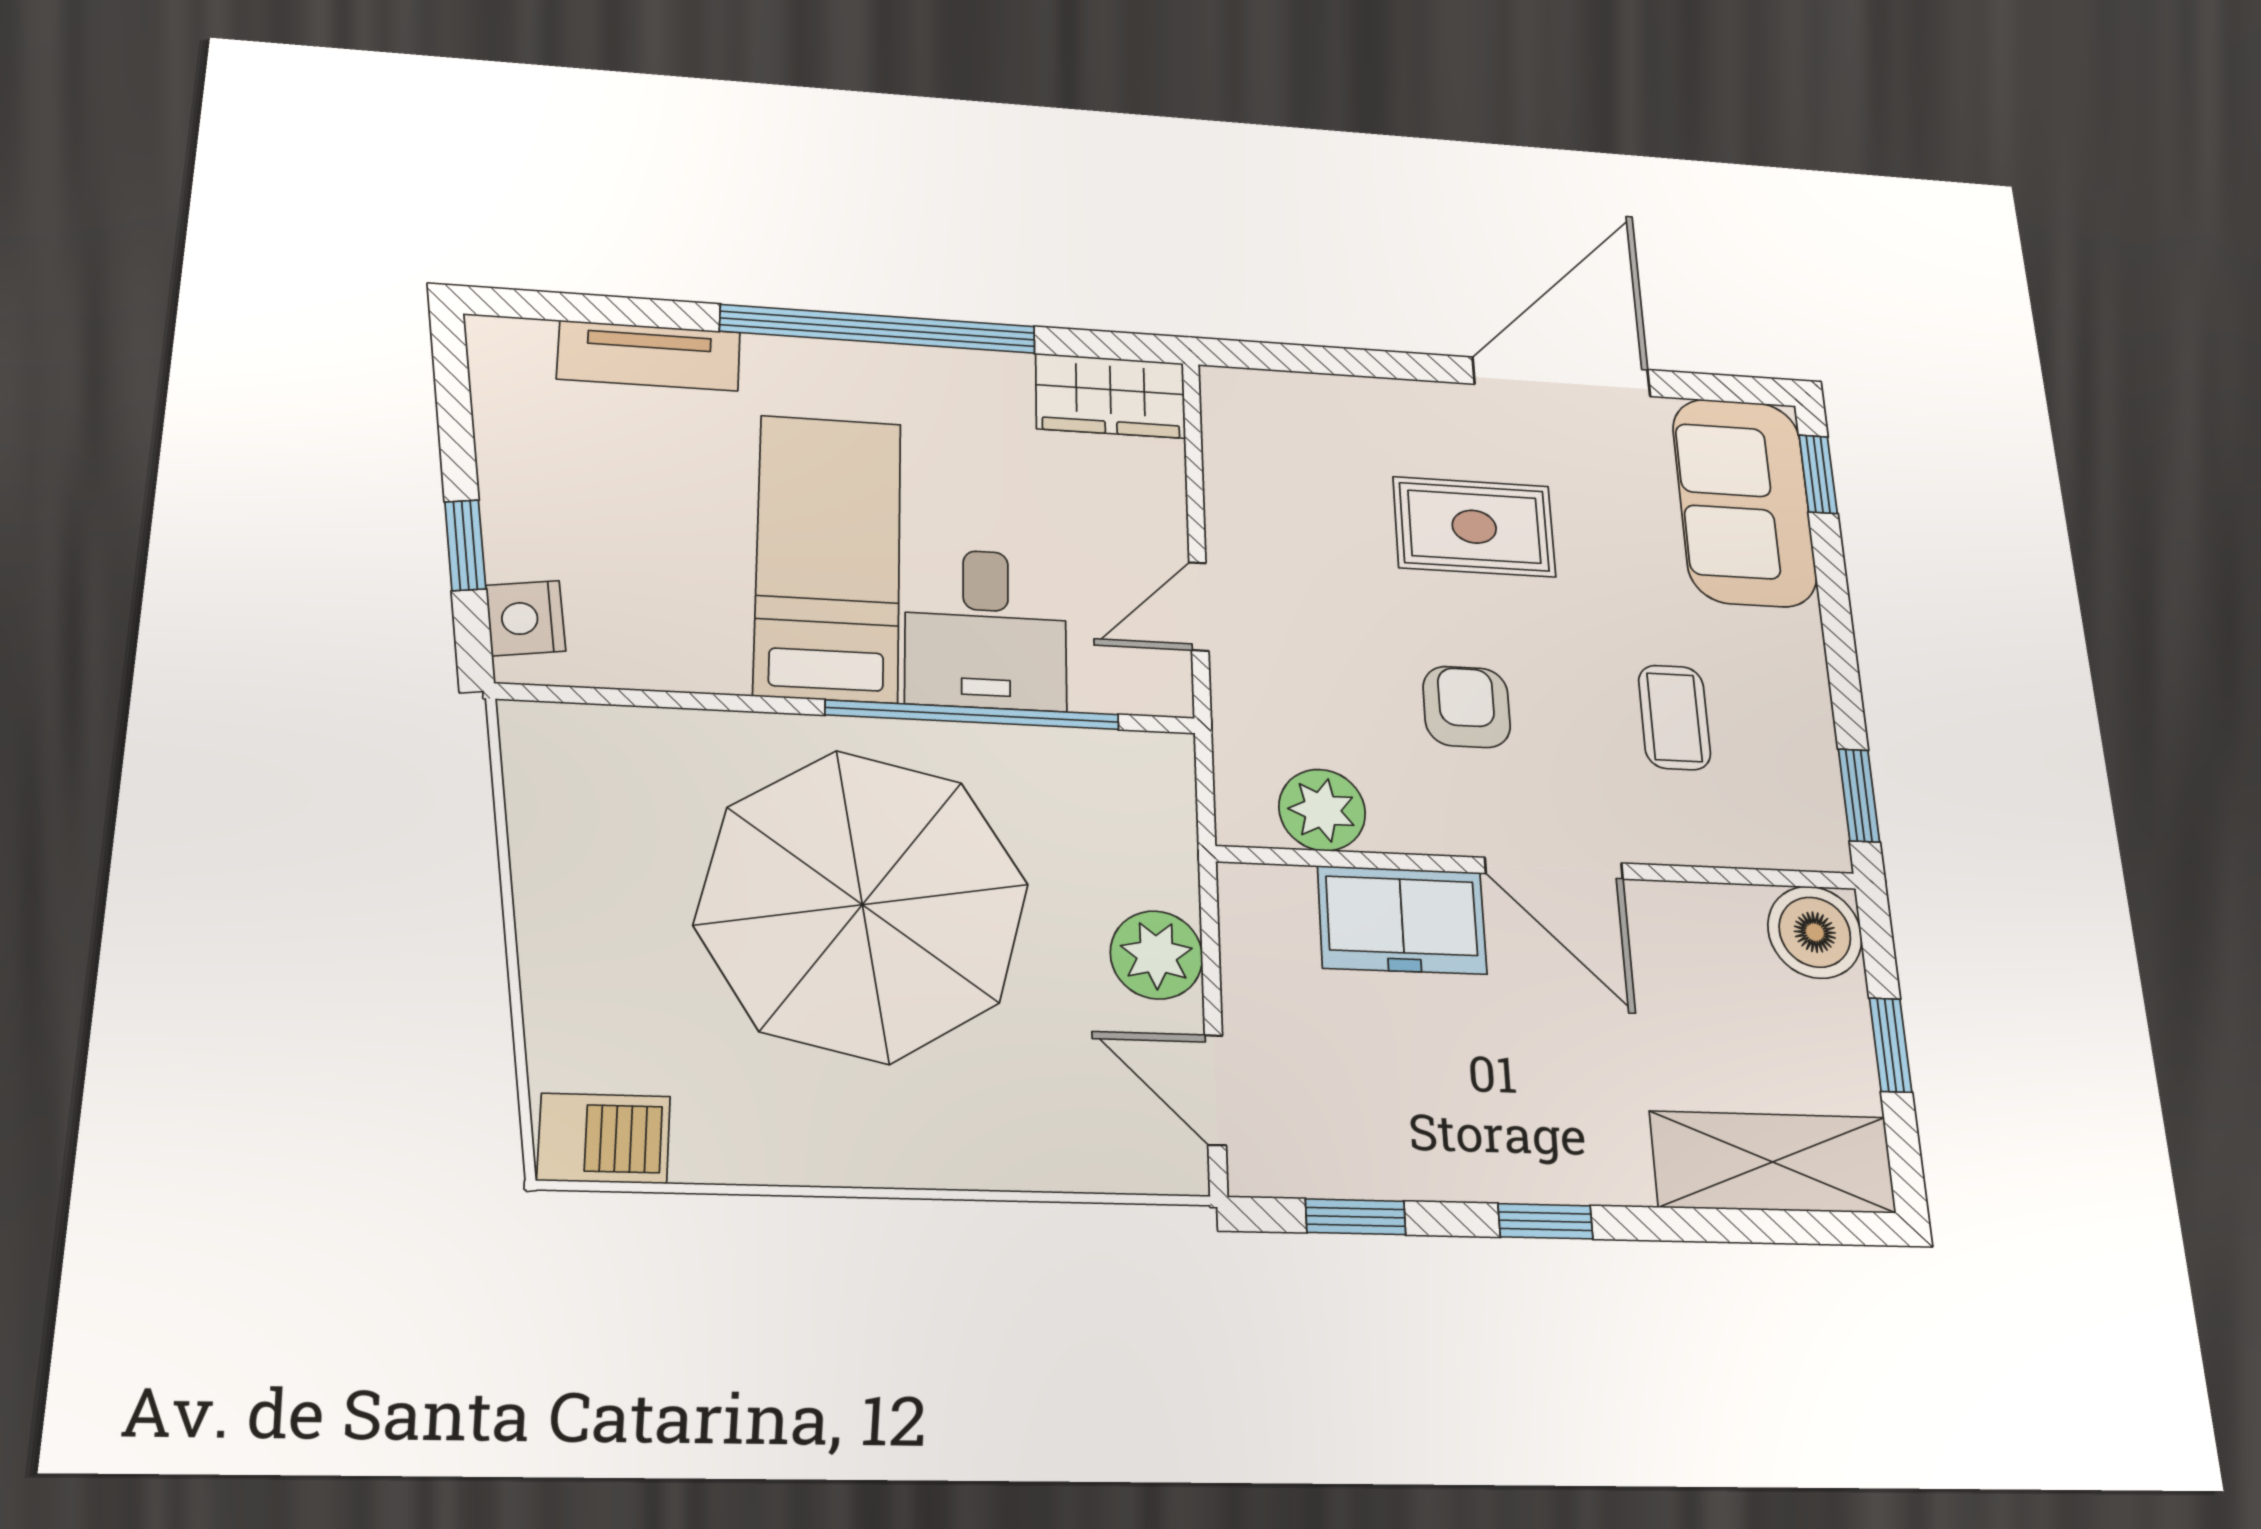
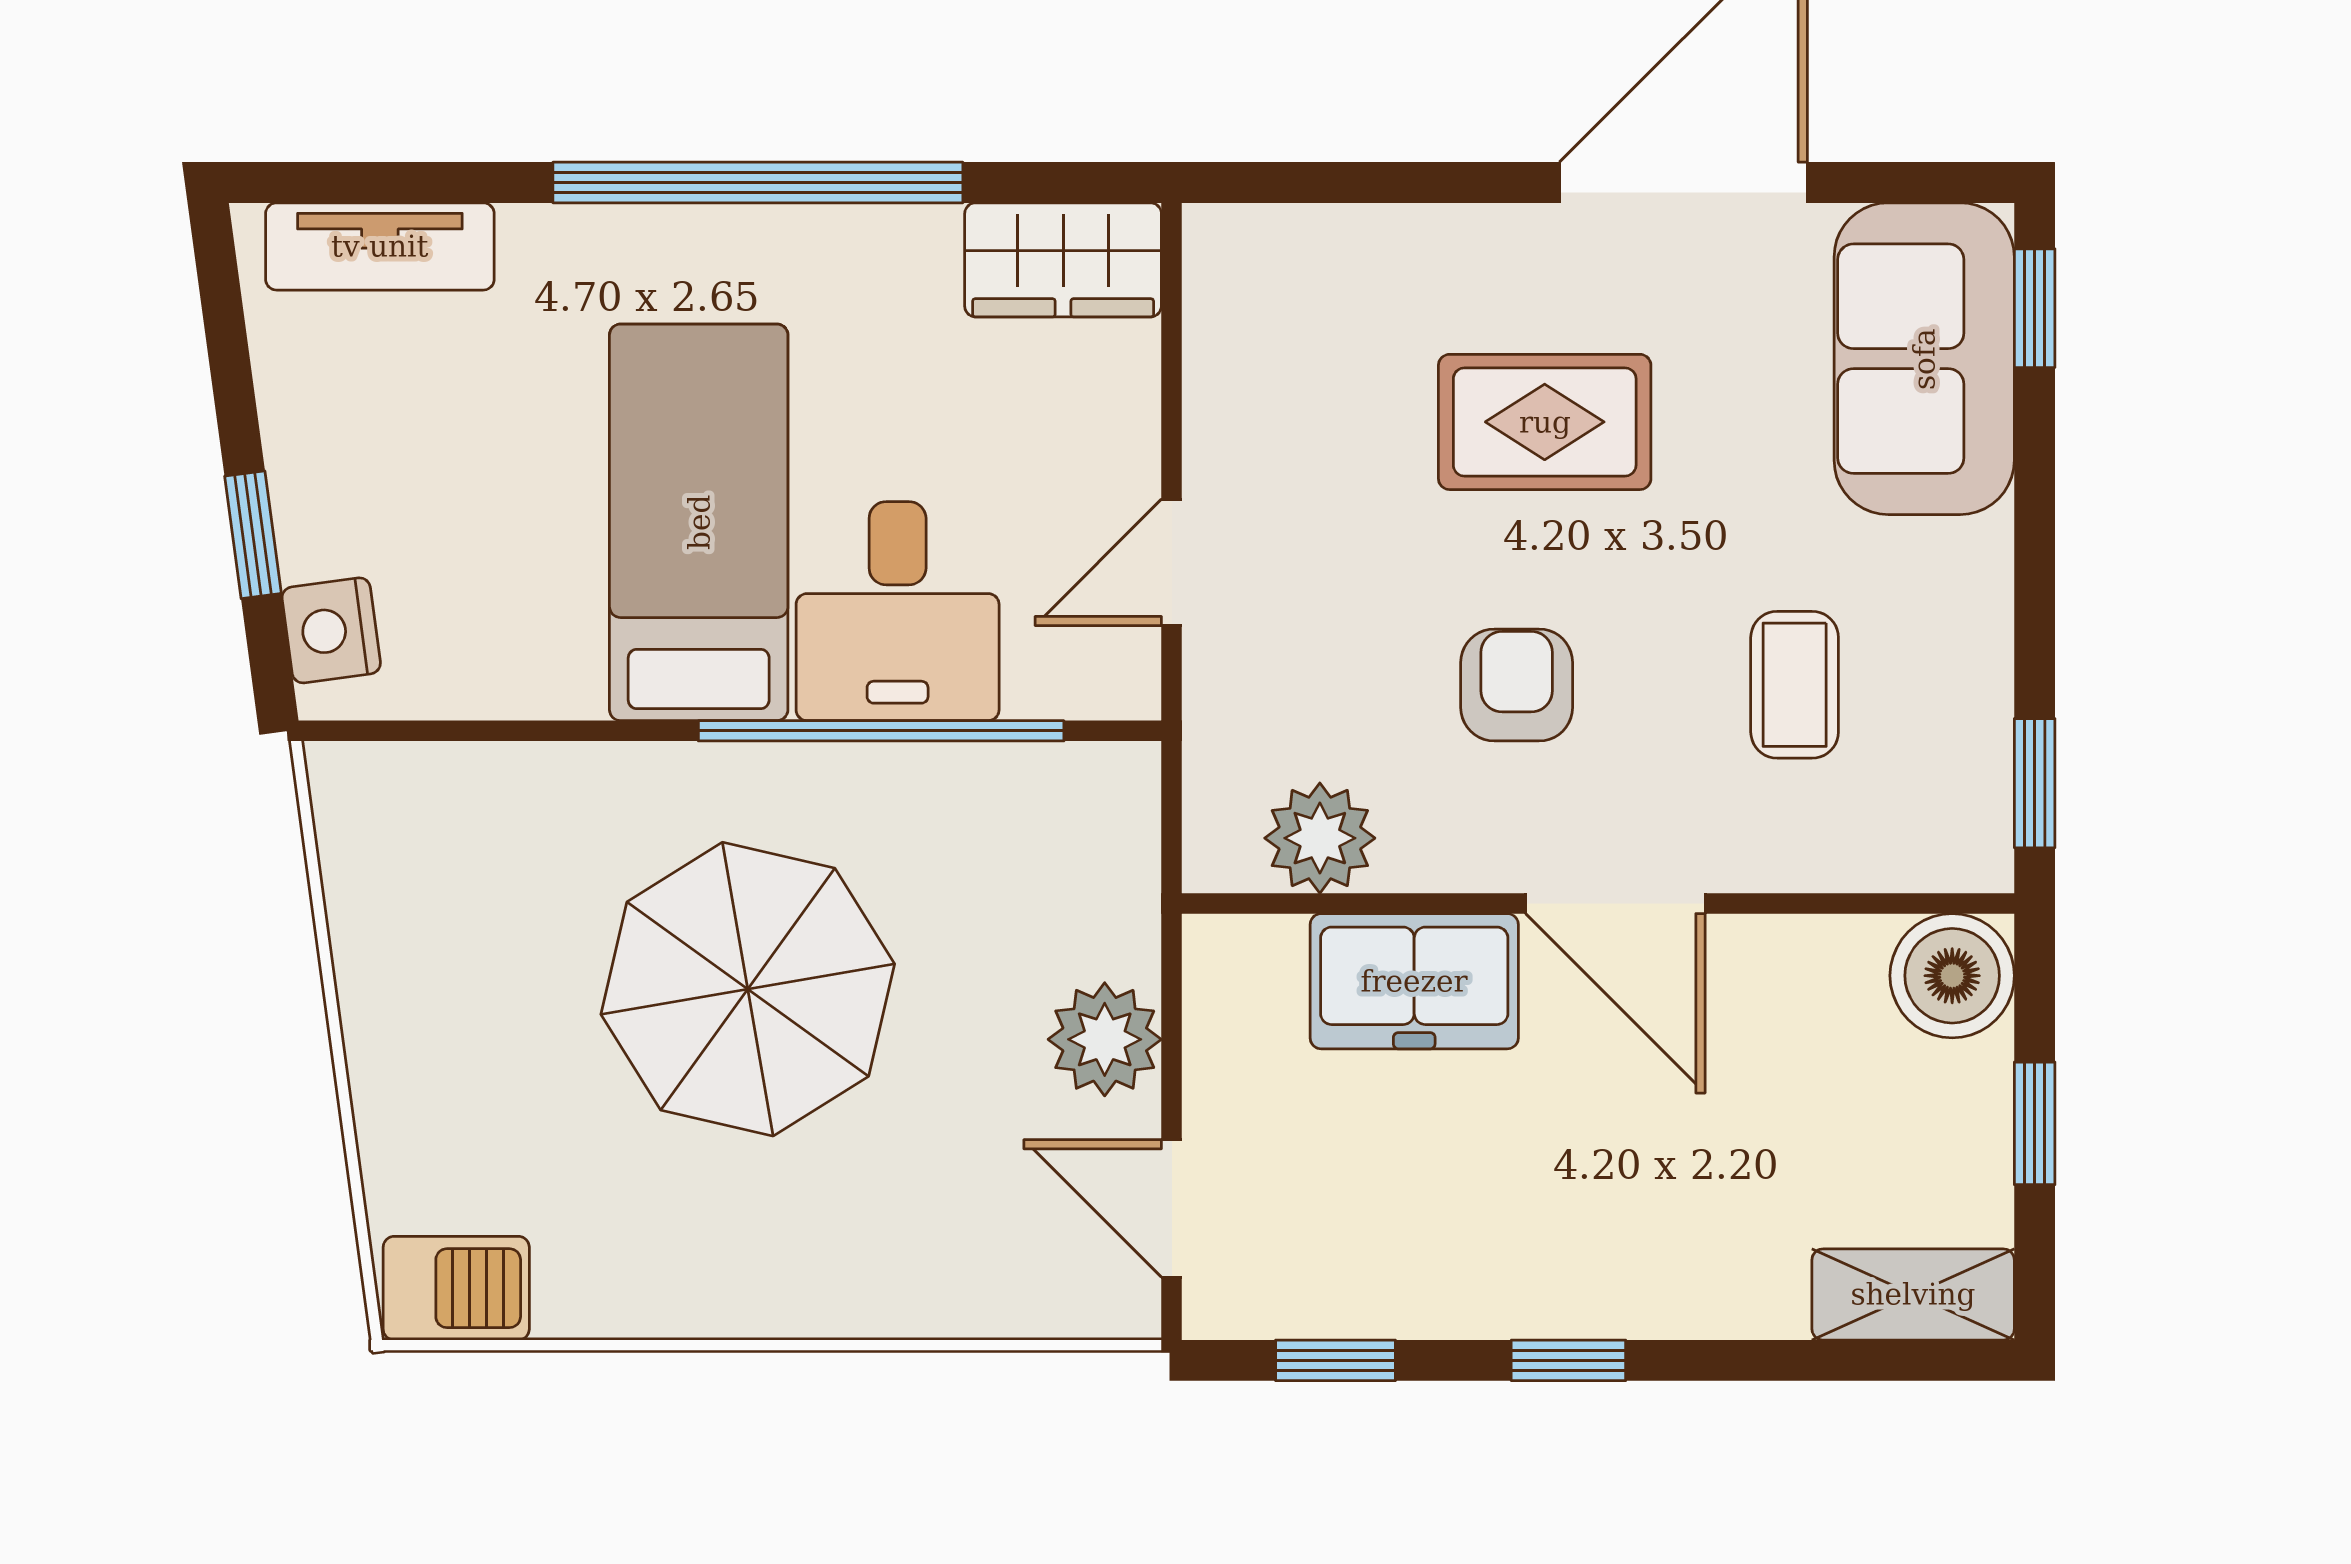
tv unit: (649, 356) -> (380, 246), moved
parasol: (862, 905) -> (748, 989), width x0.73, depth x0.73
shelving: (1773, 1162) -> (1913, 1294), width x0.67, depth x0.75

